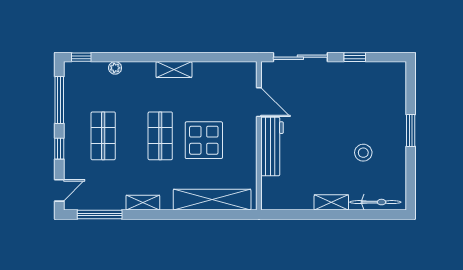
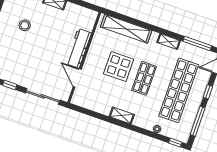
shop shelf: (103, 136) -> (179, 90), width x2.00, depth x1.36

